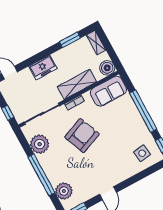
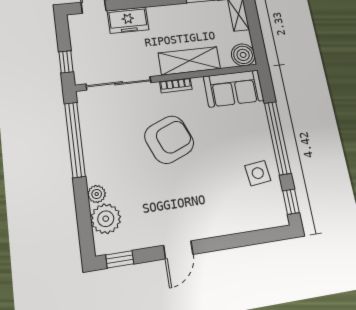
freezer: (43, 67) -> (128, 20), moved
plant: (40, 144) -> (97, 194), moved, width x0.53, depth x0.53
side table: (142, 153) -> (258, 173), moved
window: (41, 175) -> (75, 140), moved

